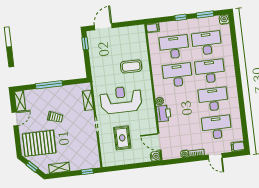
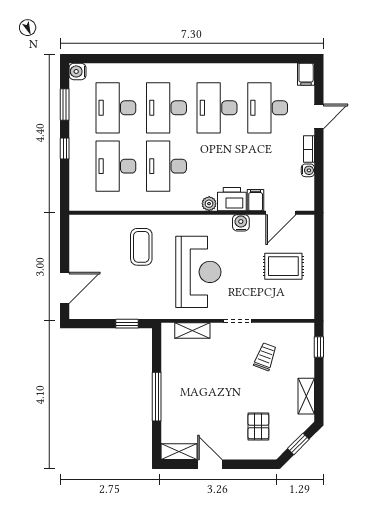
door: (103, 27) -> (65, 288), swing flipped
filing cabinet: (153, 28) -> (256, 200), moved
window: (85, 43) -> (127, 324), moved
reception desk: (121, 100) -> (198, 272), turned 180
trolley: (55, 117) -> (265, 357), moved
rug: (122, 138) -> (283, 266), moved
pallet: (39, 143) -> (258, 426), width x0.49, depth x0.50
water cooler: (155, 156) -> (241, 223), moved

